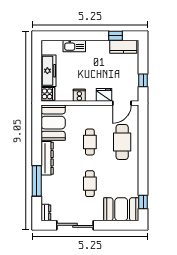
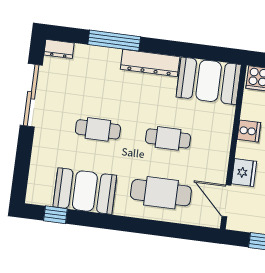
booth: (121, 209) -> (85, 191), moved, turned 90

